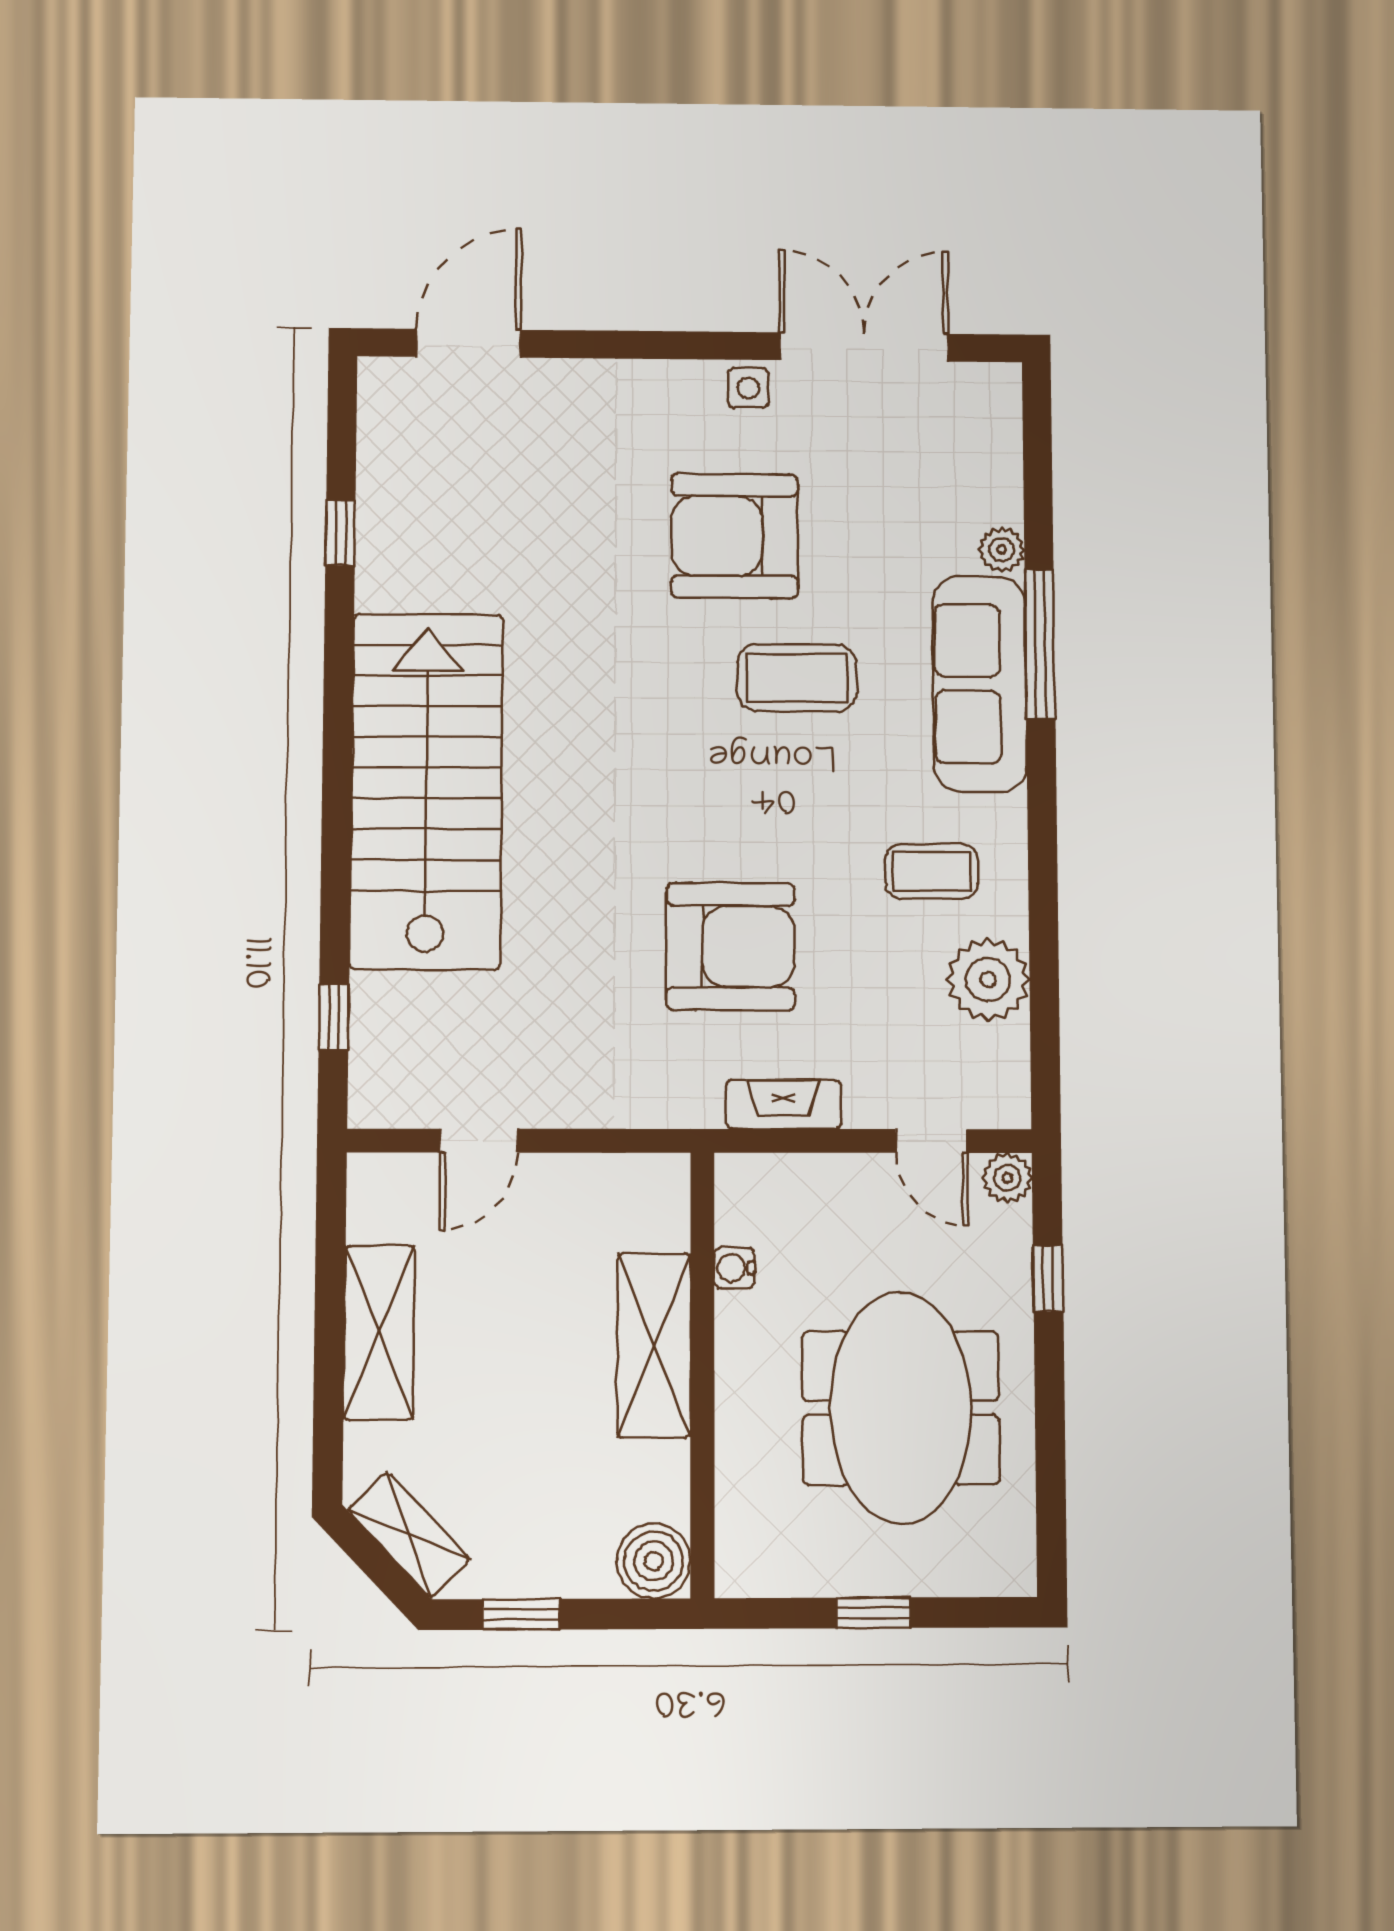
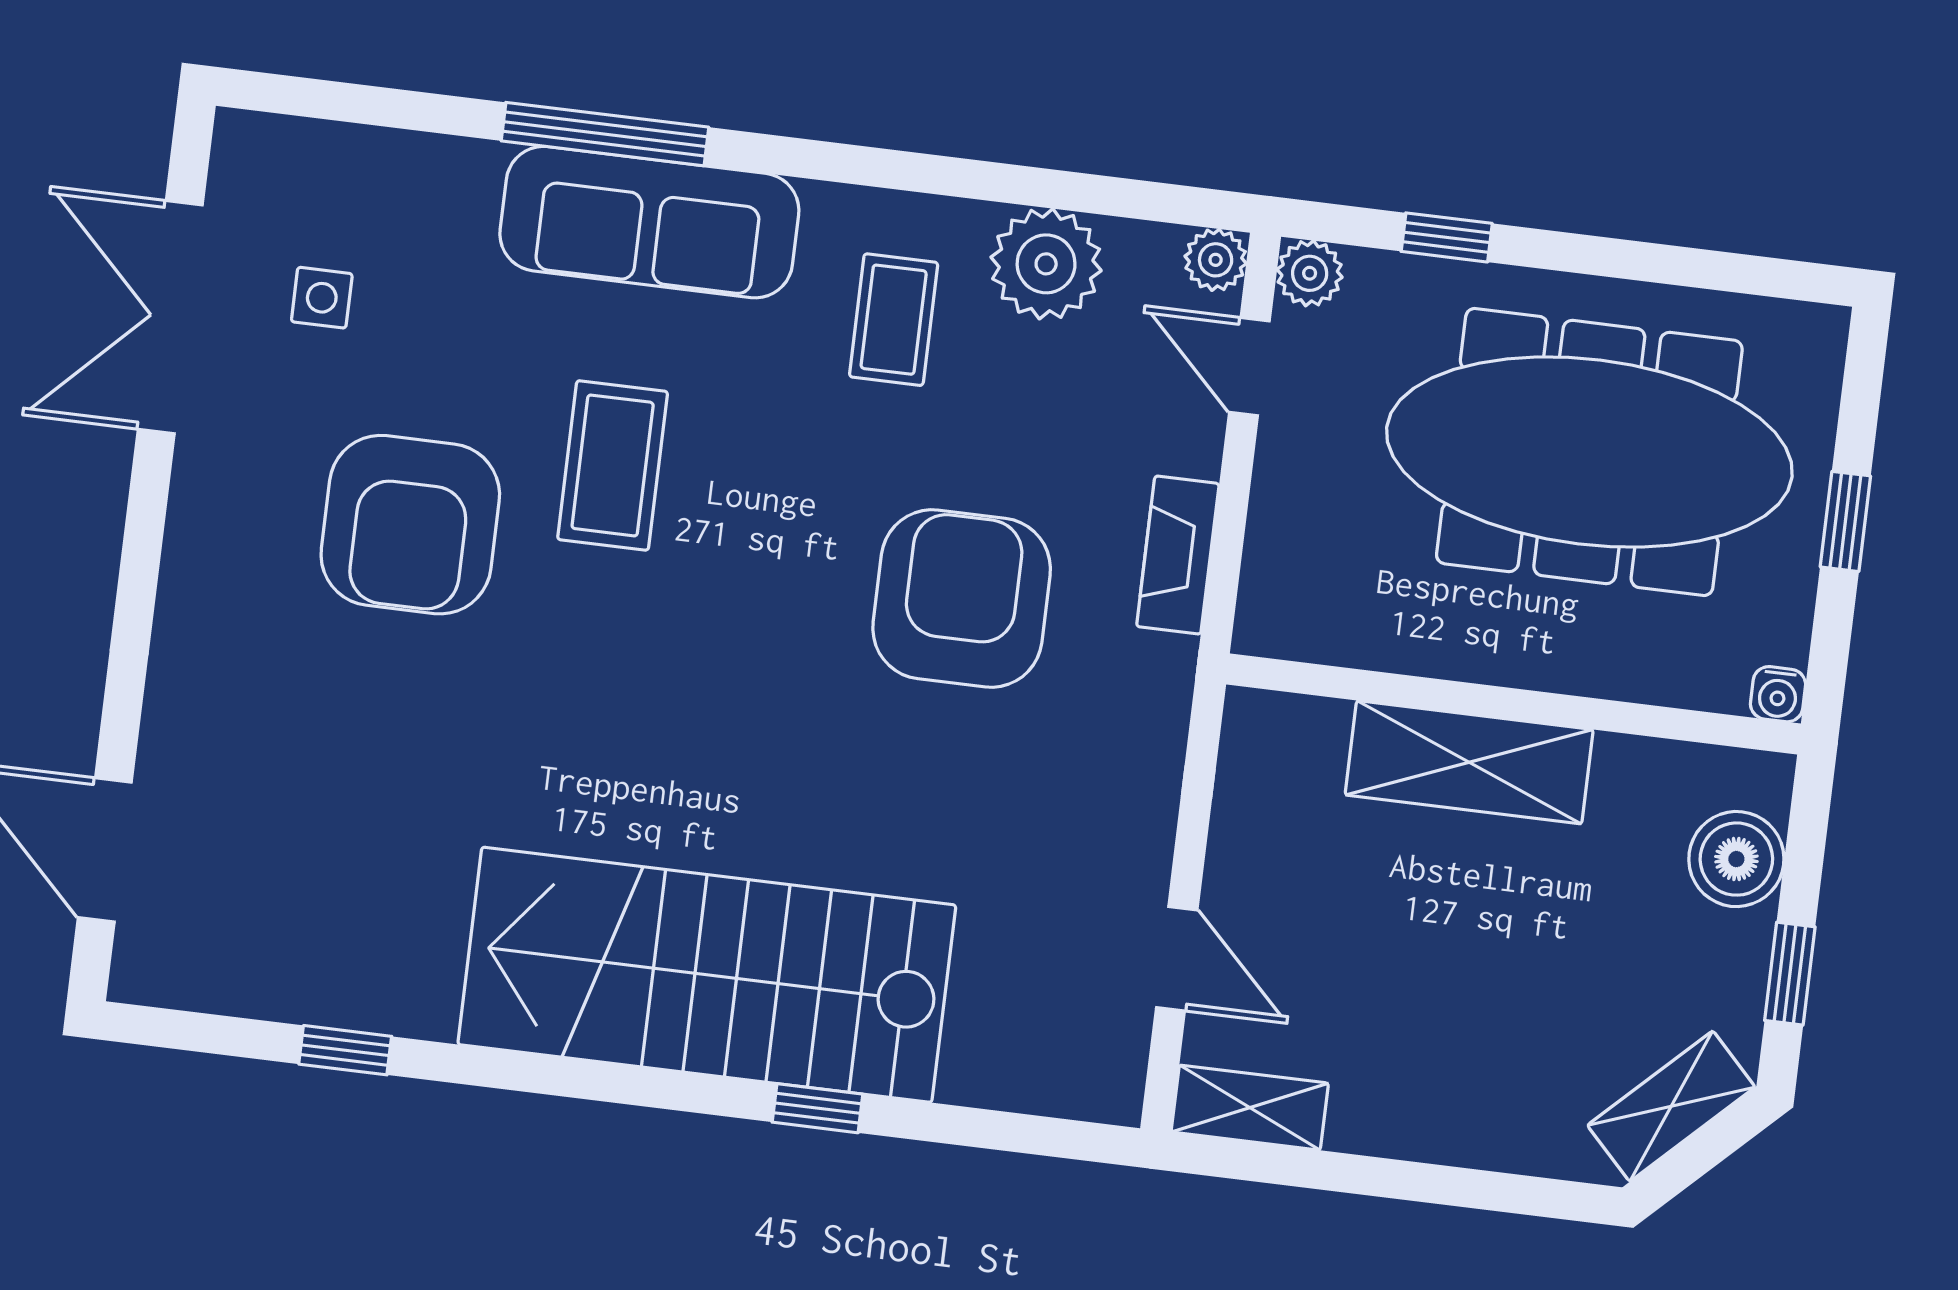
side table: (748, 388) -> (322, 298), moved
plant: (1002, 549) -> (1216, 260), moved
window: (334, 1017) -> (817, 1108), moved
door: (931, 1141) -> (1249, 367), swing flipped
water cooler: (734, 1268) -> (1778, 694), moved
shelving: (379, 1332) -> (1250, 1108), moved, width x0.67, depth x0.75
meeting table: (901, 1408) -> (1589, 452), width x1.36
boiler: (654, 1561) -> (1736, 859), moved

